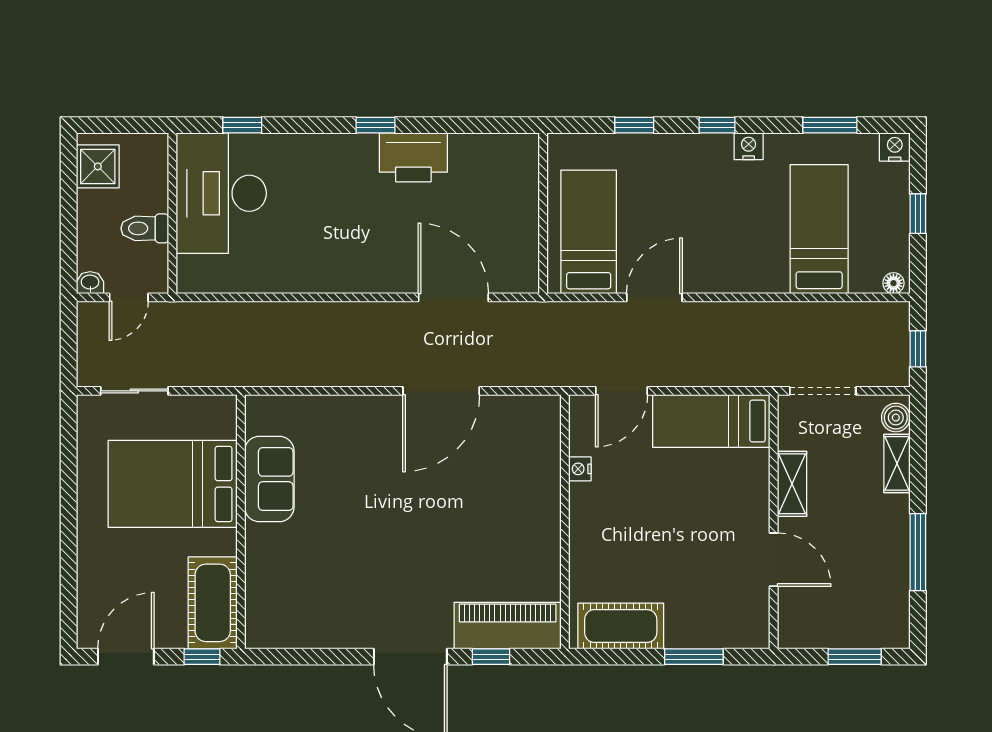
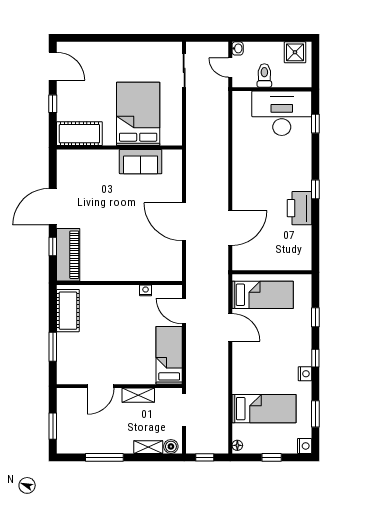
sofa: (269, 479) -> (141, 162), moved
bed: (173, 484) -> (138, 114), moved
wall: (241, 522) -> (119, 148), moved
cot: (213, 603) -> (79, 134), moved

